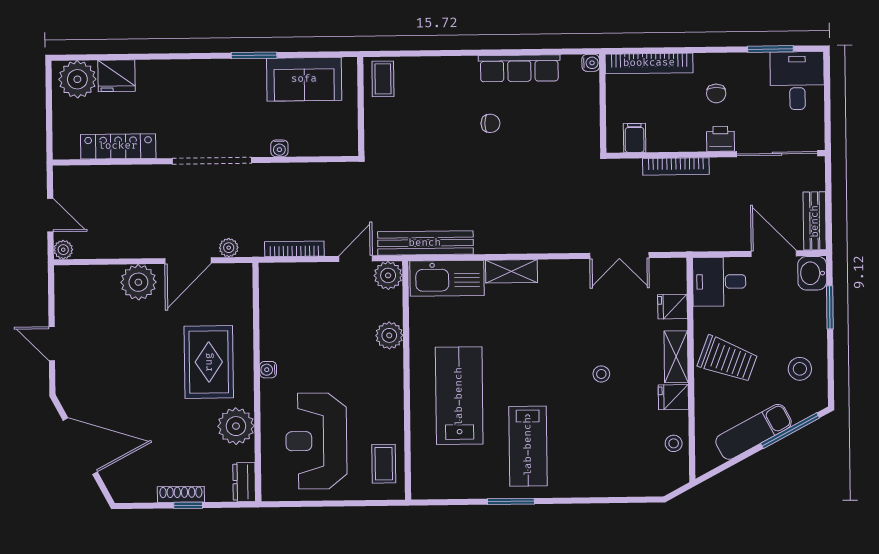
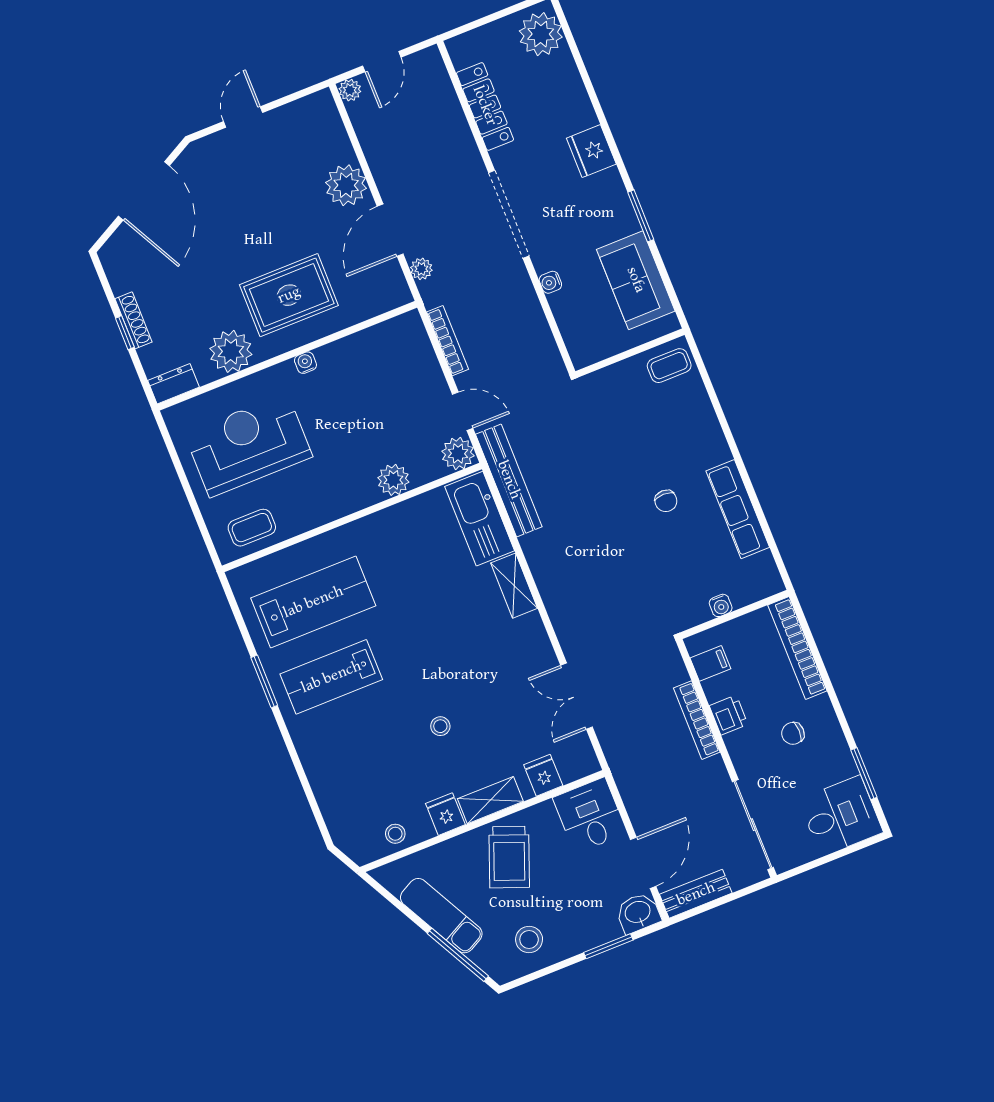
water cooler: (591, 63) -> (721, 605), moved
fridge: (116, 76) -> (591, 151), moved
printer: (720, 139) -> (729, 715), moved
door: (188, 261) -> (390, 230), hinge flipped
lab bench: (459, 396) -> (313, 602), moved

